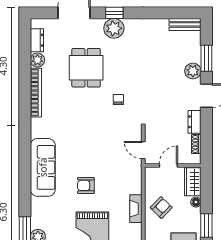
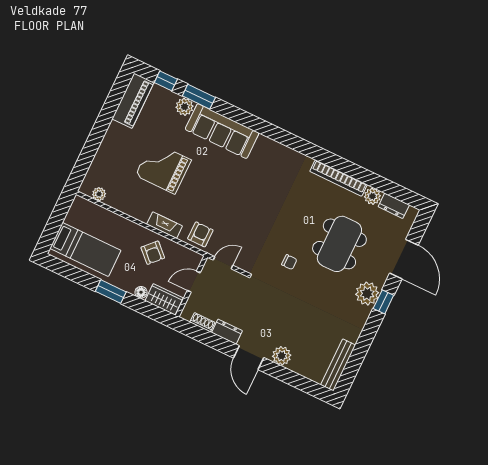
bench: (185, 24) -> (338, 365), width x1.36
window: (206, 58) -> (288, 377), removed
dining table: (86, 68) -> (339, 244), width x1.37
door: (168, 166) -> (194, 282), swing flipped
sofa: (43, 167) -> (222, 131), moved
armchair: (86, 185) -> (200, 234), moved

